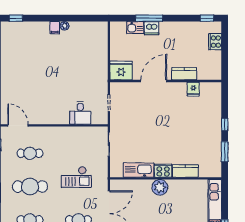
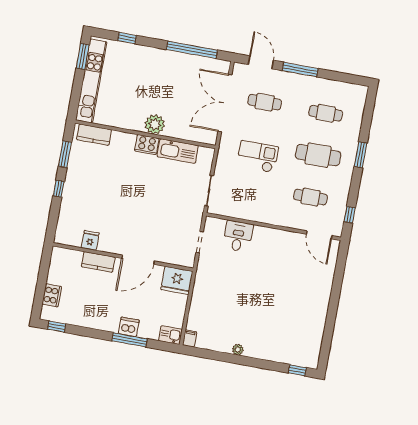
filing cabinet: (55, 28) -> (190, 338), moved
kitchen sink: (135, 28) -> (170, 335), moved
kitchen counter: (185, 171) -> (94, 135), moved

